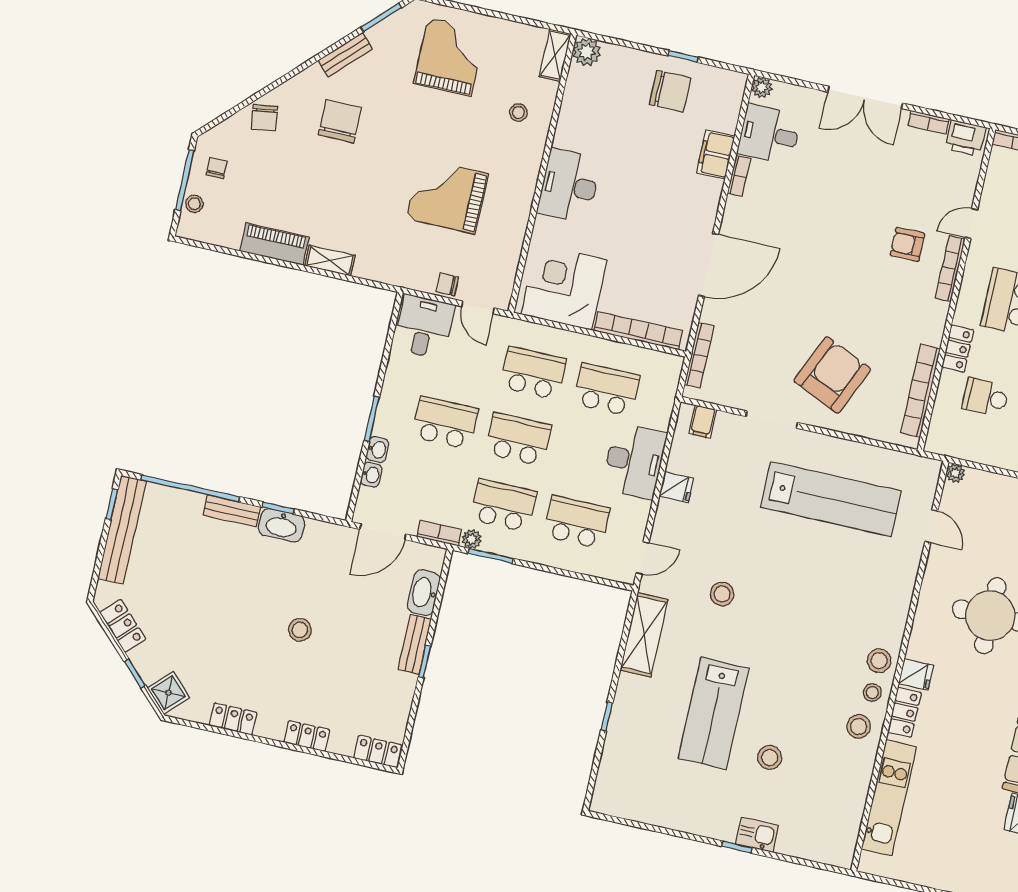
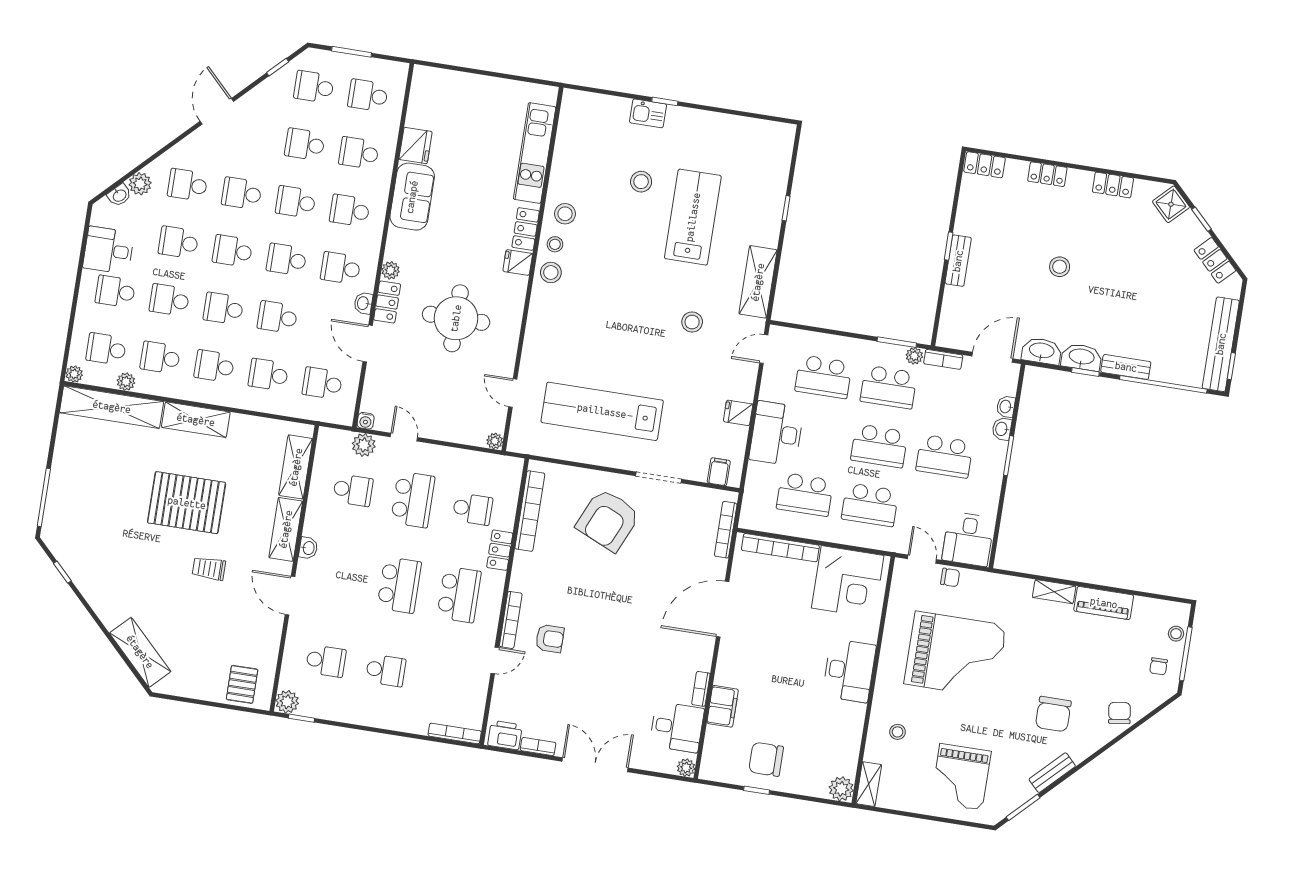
grand piano: (447, 196) -> (955, 655), width x1.37, depth x1.48
washbasin: (424, 593) -> (1042, 351), moved, turned -90

